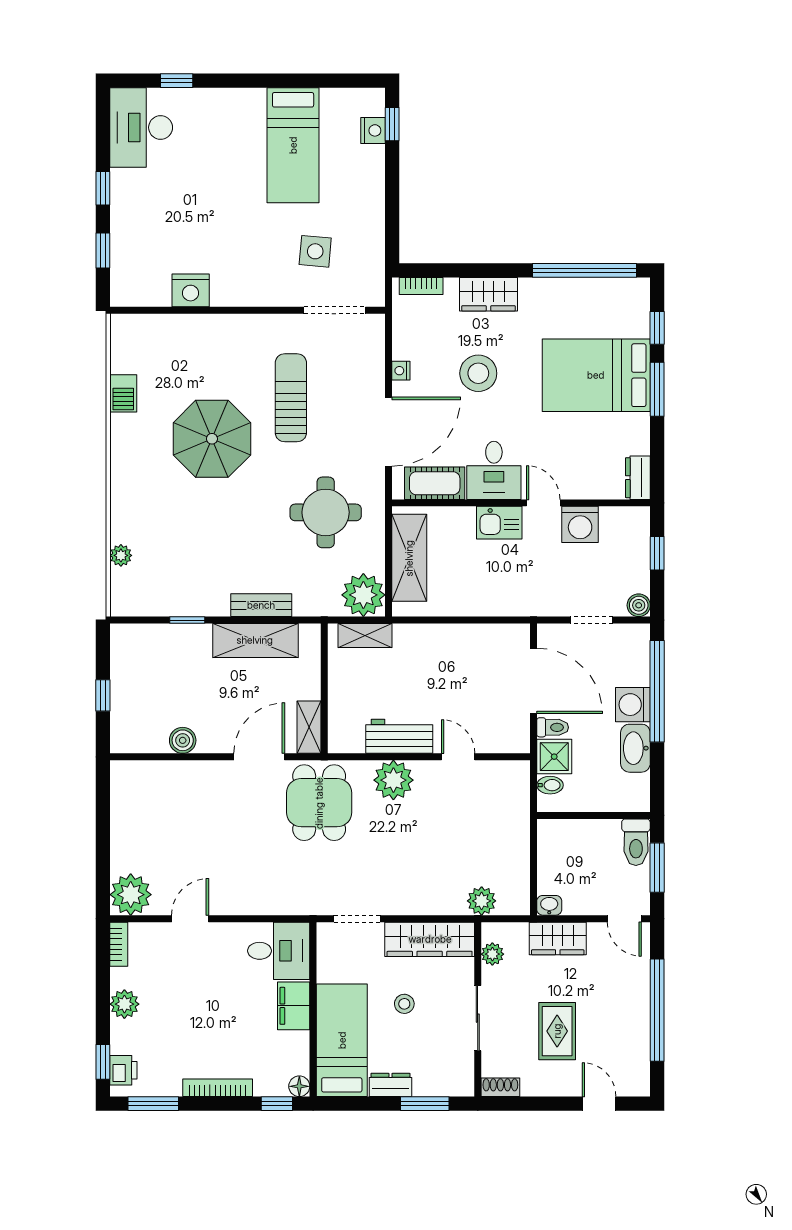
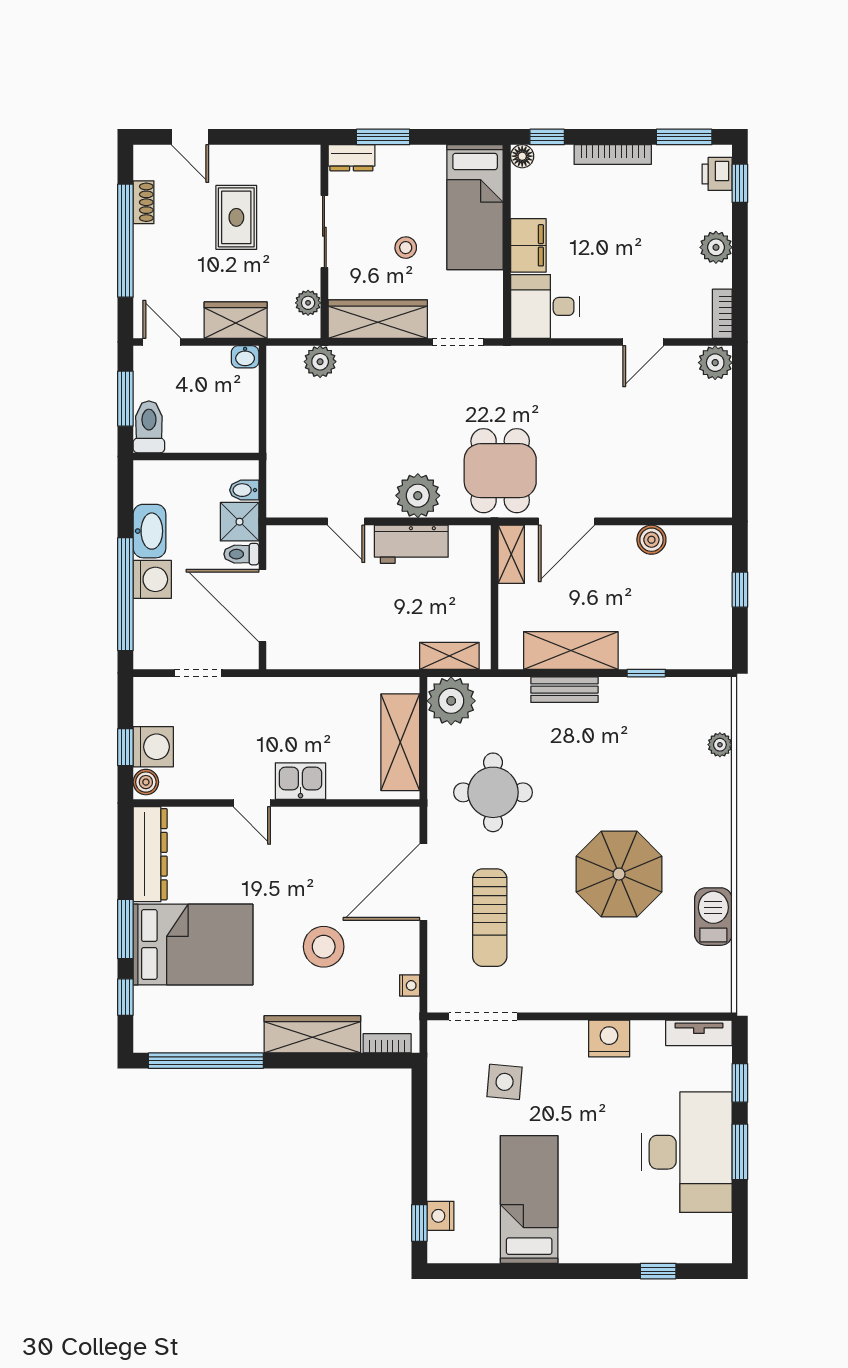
desk: (141, 127) -> (687, 1152), moved, width x1.36, depth x1.30
window: (103, 188) -> (740, 1152), width x1.50
nightstand: (191, 290) -> (609, 1039), moved
wardrobe: (488, 294) -> (312, 1034), width x1.50
tv unit: (140, 296) -> (699, 1033), added
nightstand: (401, 371) -> (410, 985), moved
barbecue: (123, 393) -> (713, 917), width x1.38, depth x1.27
sun lounger: (291, 398) -> (490, 918), moved
desk: (494, 470) -> (306, 839), removed
dresser: (638, 478) -> (150, 854), width x1.96, depth x1.24
cot: (435, 483) -> (372, 825), removed
washing machine: (580, 524) -> (153, 747), moved, turned 90
boiler: (639, 605) -> (146, 782), moved
plant: (131, 895) -> (715, 363), width x0.73, depth x0.73
dresser: (390, 1085) -> (351, 158), moved
shoe rack: (500, 1087) -> (144, 202), moved, turned -90

